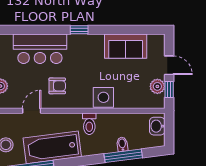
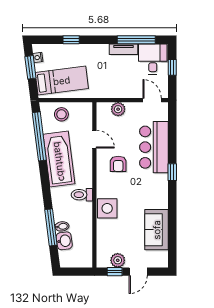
window: (79, 30) -> (172, 172), moved
washbasin: (157, 126) -> (64, 241), moved, turned 83

